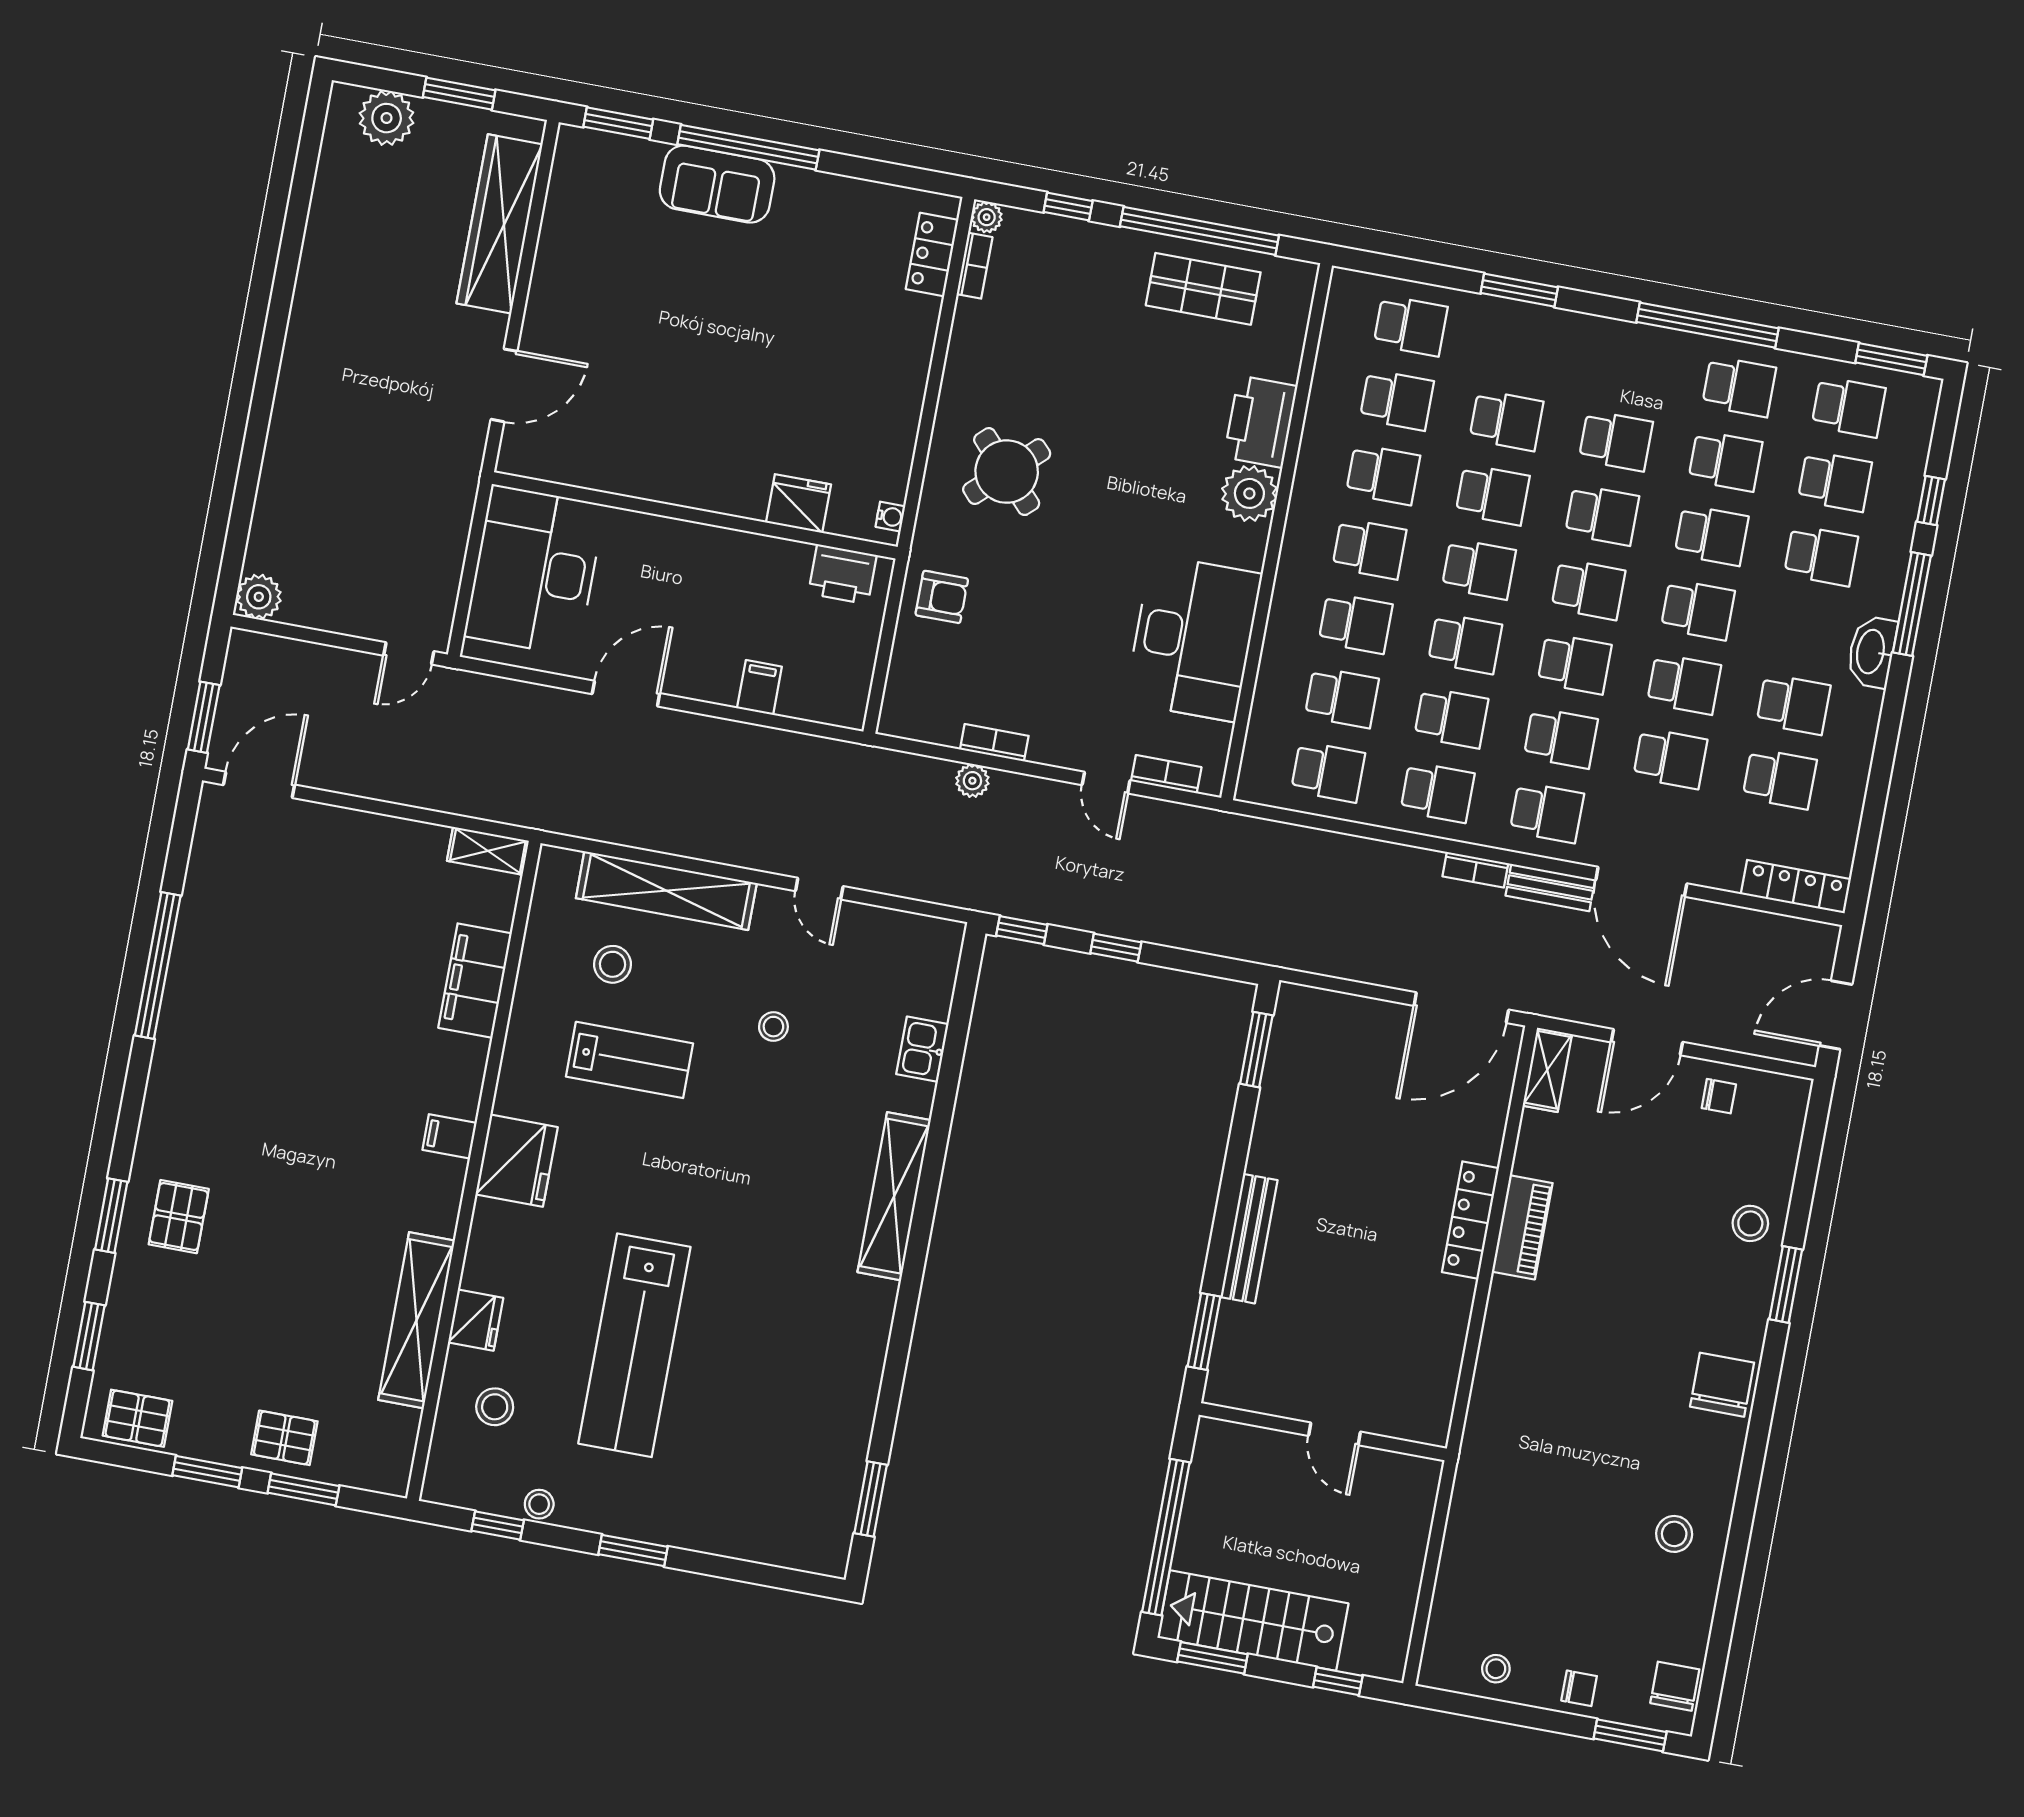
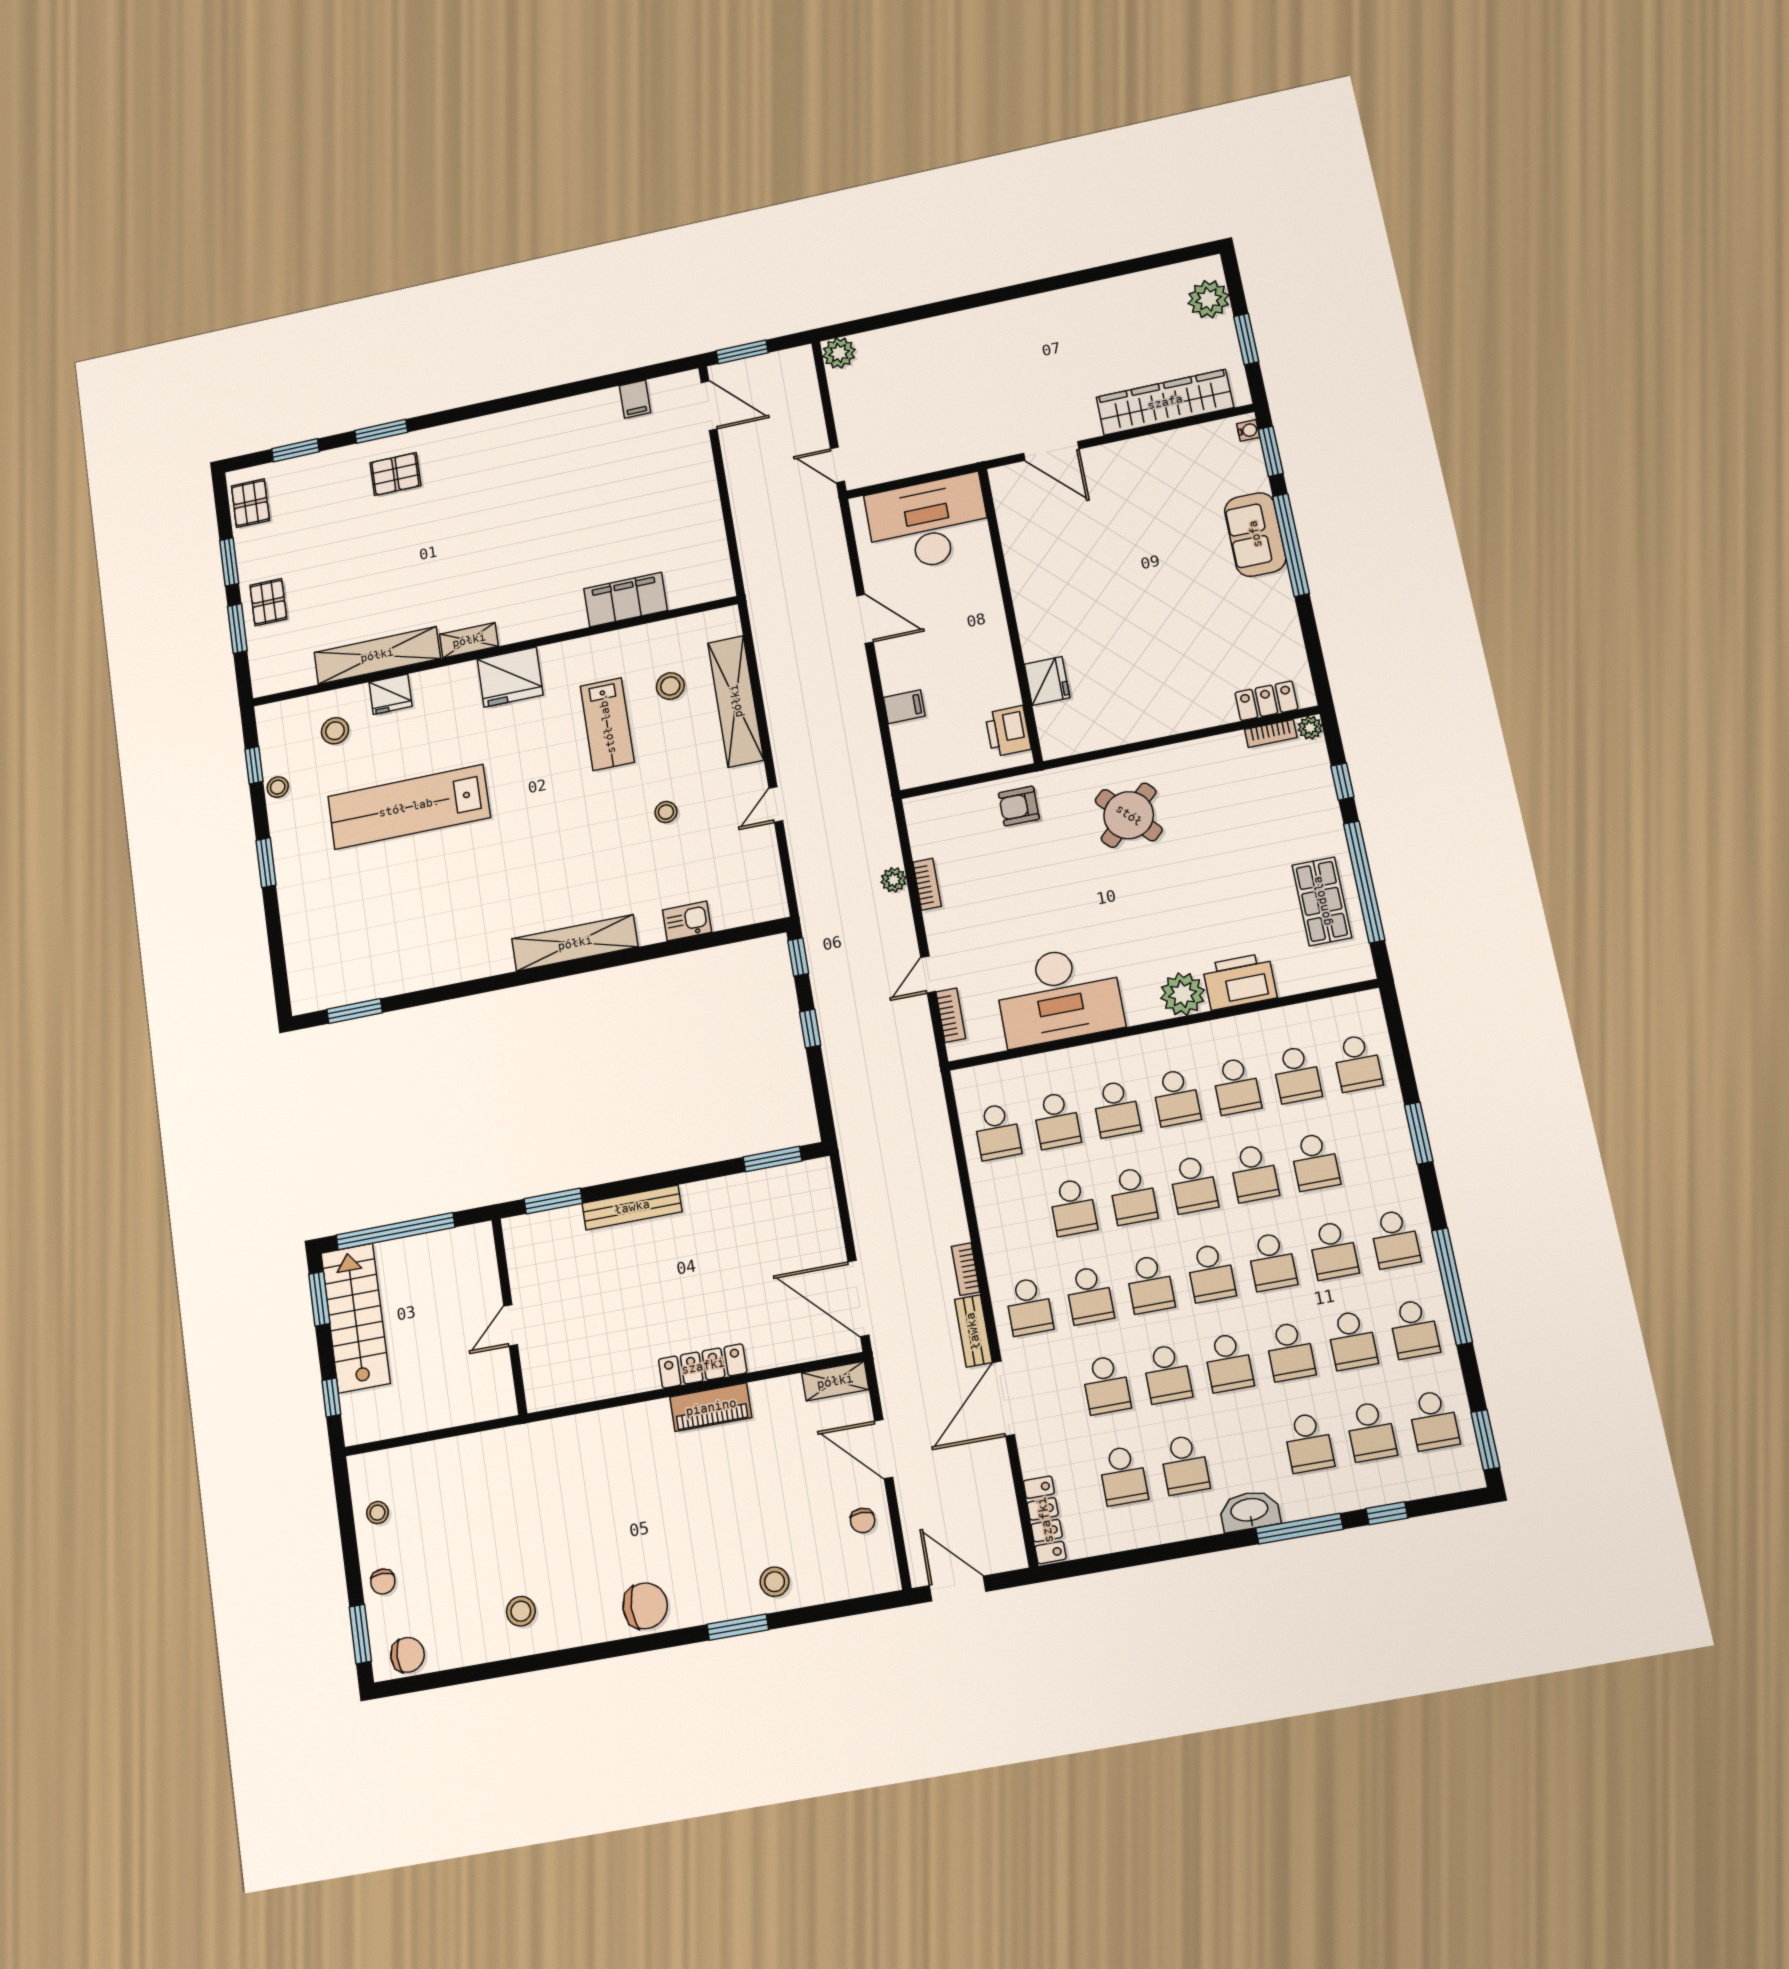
water cooler: (890, 517) -> (1248, 430), moved, turned -90
armchair: (942, 597) -> (1019, 806), turned 90
school desk: (1437, 792) -> (1395, 1239), moved
shelving: (488, 851) -> (469, 640), moved, turned 90
window: (158, 965) -> (561, 392), removed
filing cabinet: (449, 1136) -> (635, 399), moved, turned 180

